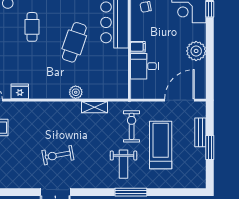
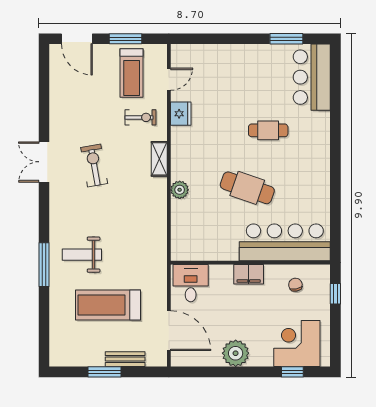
filing cabinet: (138, 47) -> (249, 274), width x2.00
desk: (144, 66) -> (191, 283), moved
shelving: (95, 107) -> (159, 159), moved
exercise bike: (132, 126) -> (140, 117), moved, width x0.73, depth x0.72
treadmill: (161, 145) -> (108, 305), turned 180

